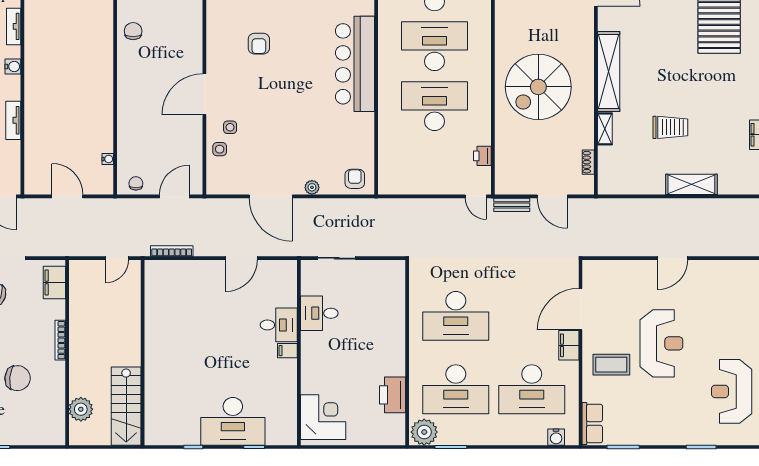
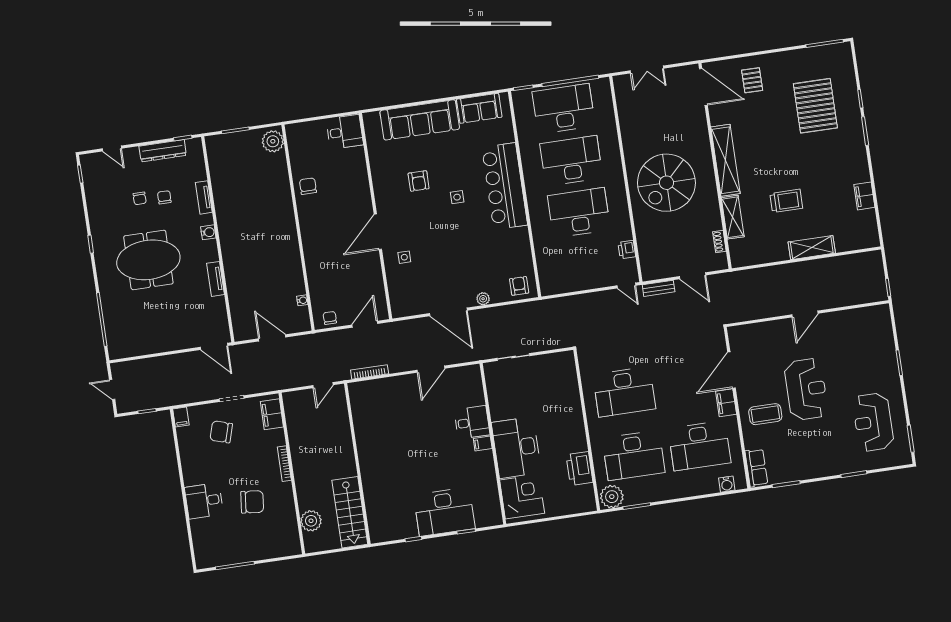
shelving: (605, 129) -> (733, 217), width x1.50, depth x1.33
side table: (220, 149) -> (457, 197), moved
desk: (319, 313) -> (516, 447), moved, width x1.87, depth x1.30

